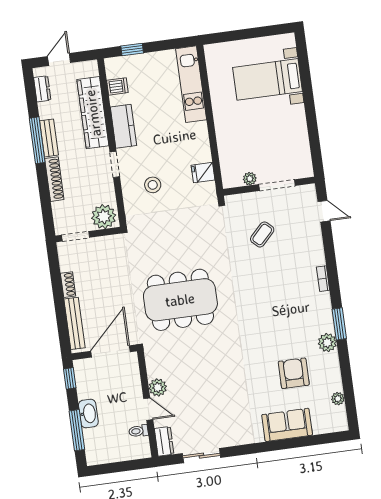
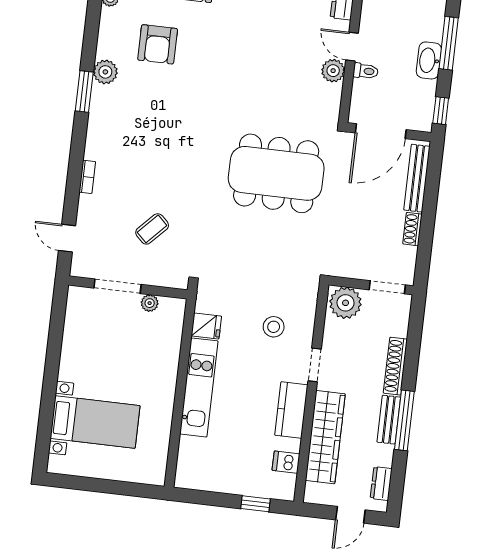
kitchen unit: (191, 84) -> (199, 387), moved
bookcase: (323, 279) -> (87, 177), moved
toilet: (139, 431) -> (366, 71), moved

